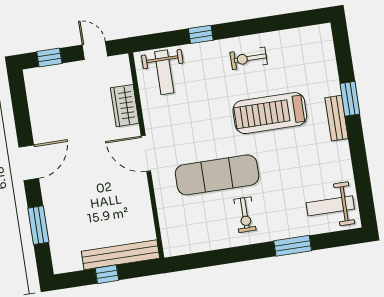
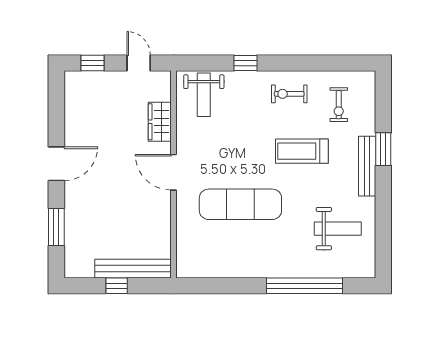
treadmill: (270, 113) -> (302, 151), width x0.73, depth x0.73
bench: (337, 118) -> (367, 166), width x1.36
weight bench: (330, 206) -> (338, 229), moved, turned 180
exercise bike: (245, 215) -> (339, 105), moved
window: (293, 246) -> (304, 286), width x2.11

